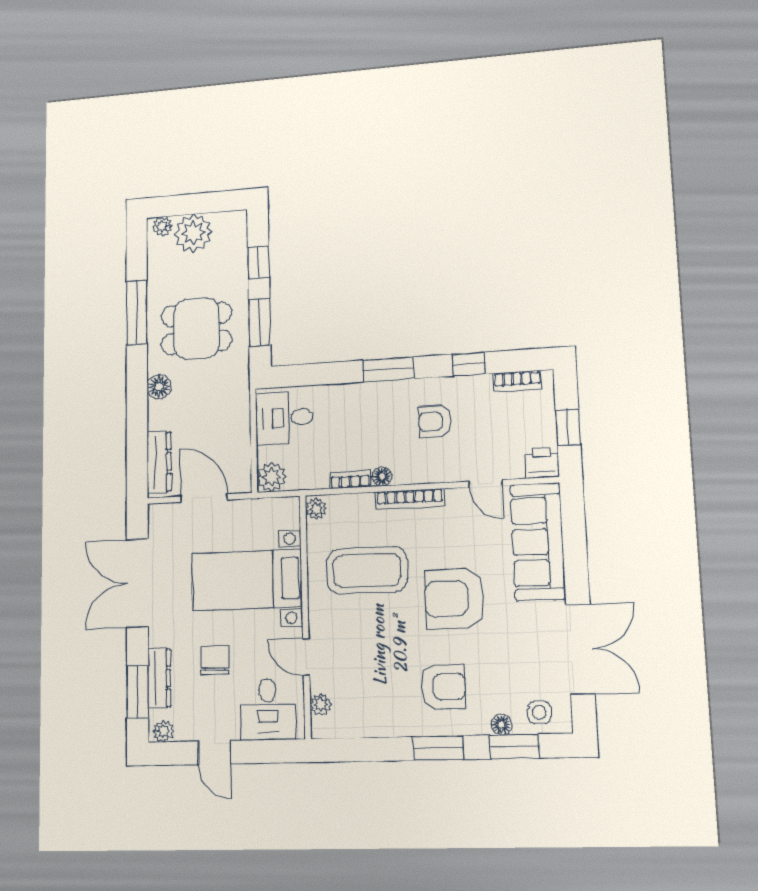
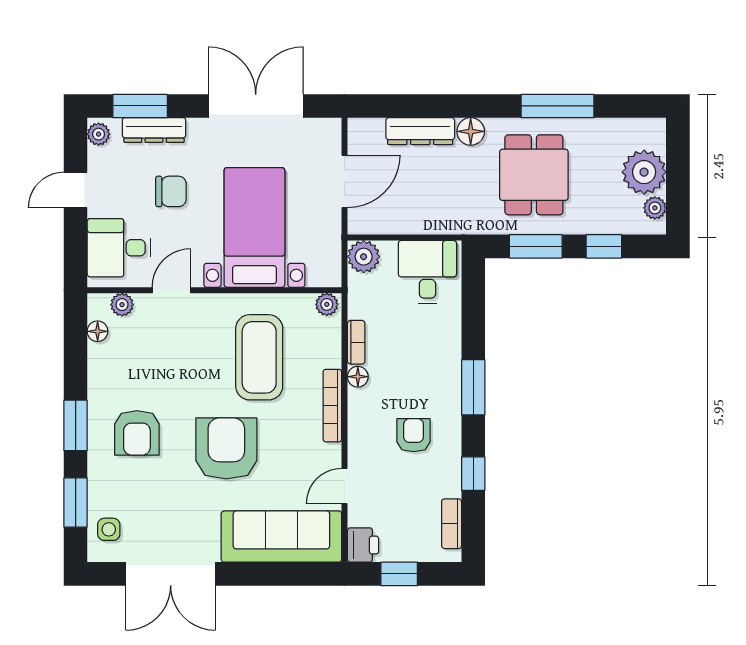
plant: (162, 226) -> (655, 208), moved
dresser: (159, 462) -> (420, 131), moved
floor lamp: (501, 725) -> (98, 331), moved

